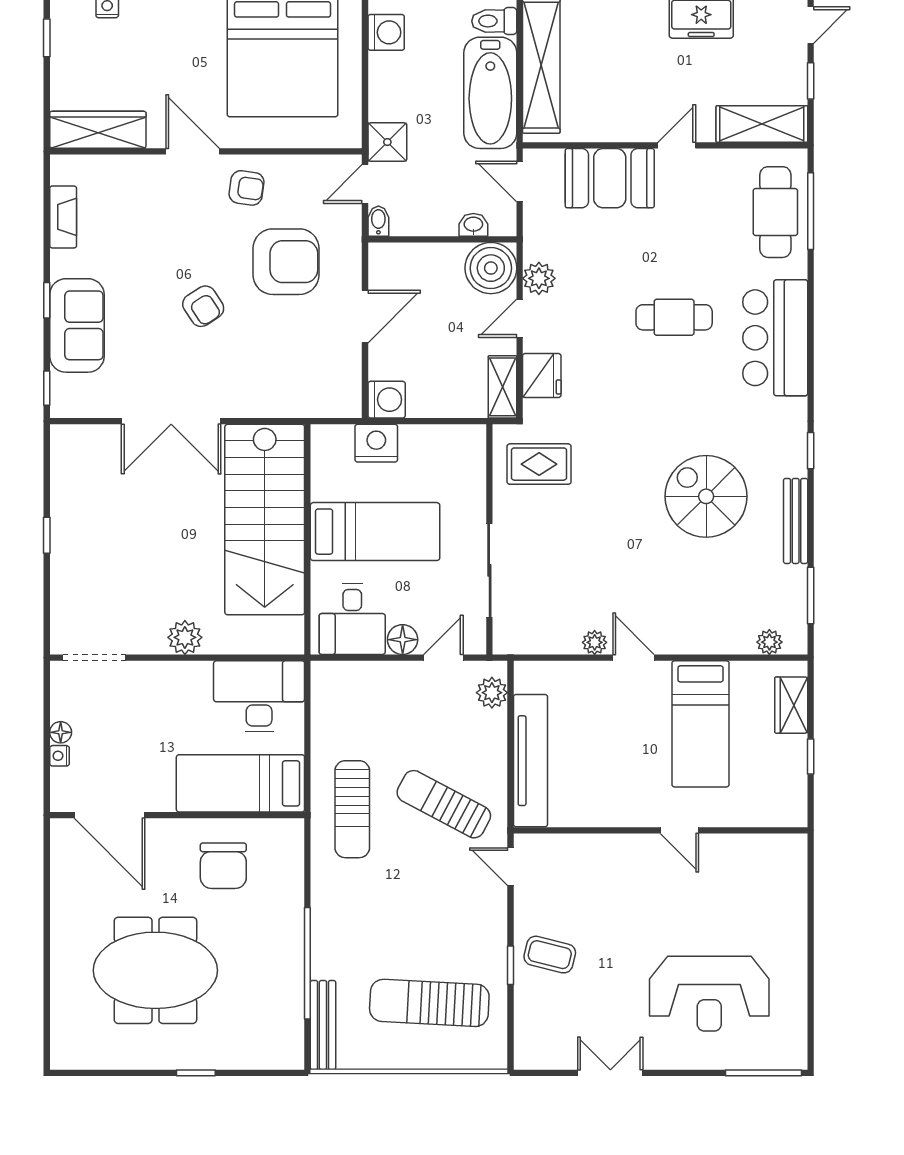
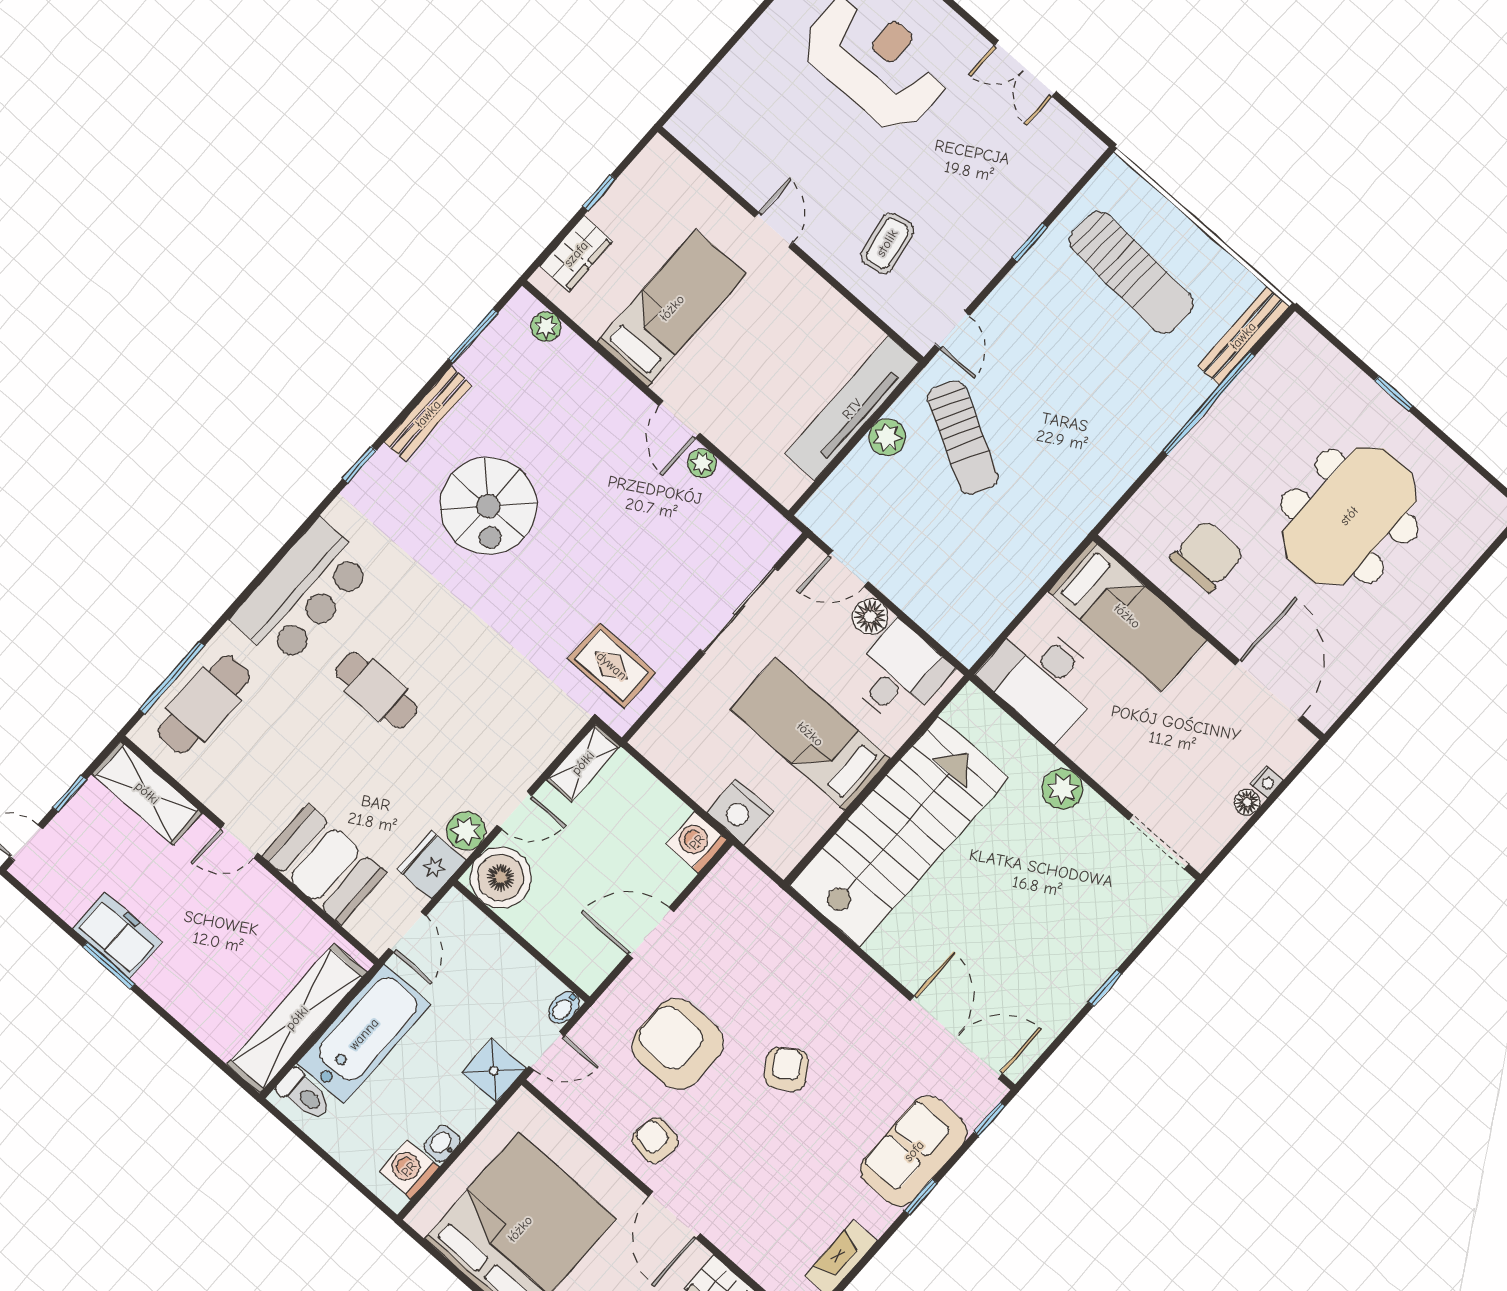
washbasin: (473, 225) -> (442, 1144), moved, turned 90
fridge: (542, 375) -> (431, 865), moved
double door: (171, 421) -> (956, 1037), moved
plant: (492, 693) -> (887, 437), moved
sun lounger: (352, 809) -> (1048, 505), removed
coffee table: (550, 955) -> (887, 243), moved, turned 65
meeting table: (155, 970) -> (1349, 516), turned 90

